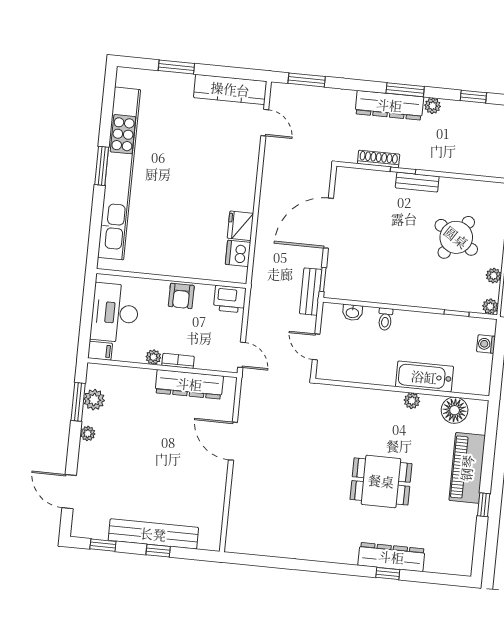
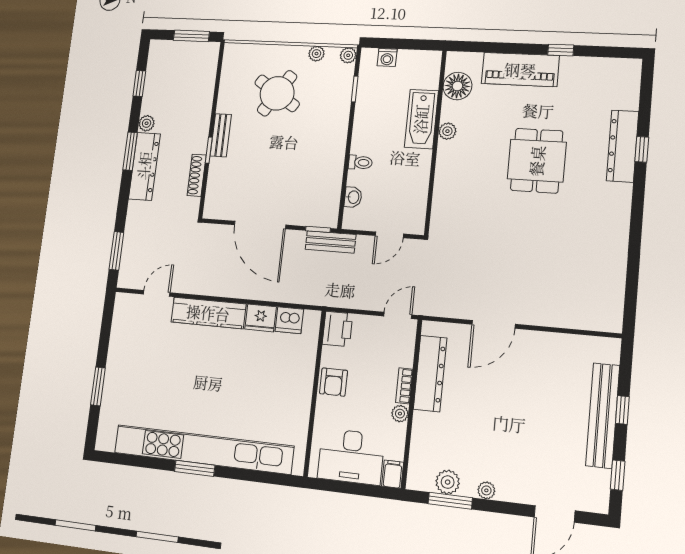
kitchen counter: (230, 89) -> (208, 313), moved, turned 90
armchair: (181, 296) -> (334, 382), turned 90

